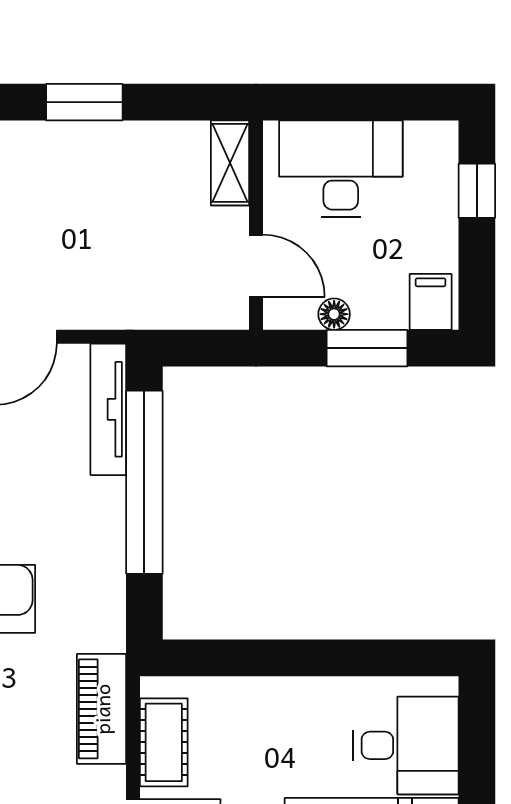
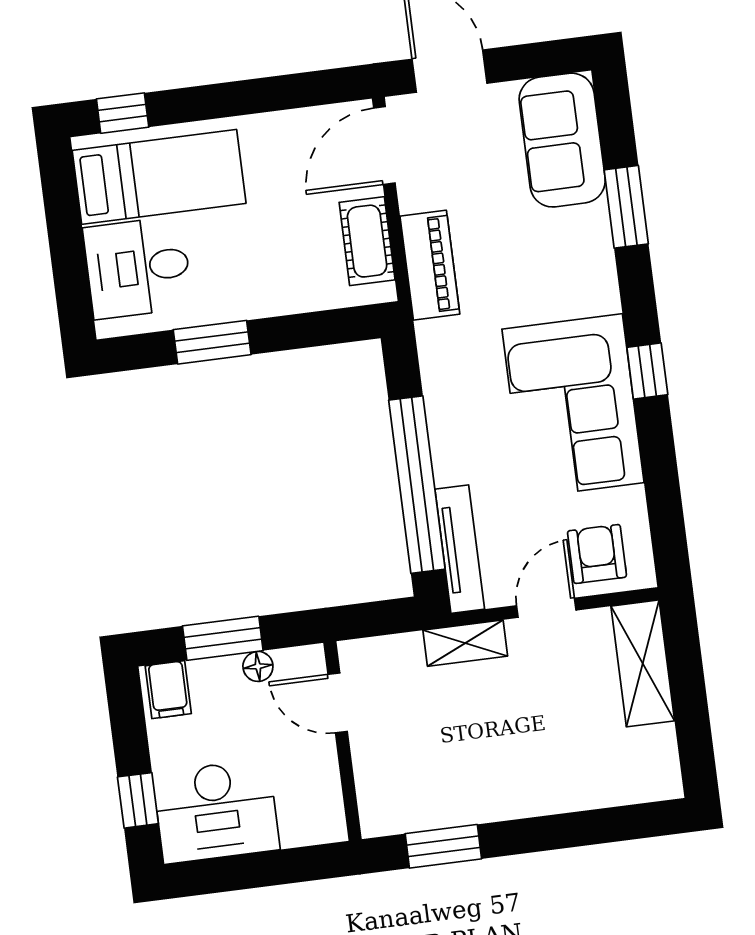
window: (84, 102) -> (443, 846), moved
shelving: (230, 163) -> (465, 643), moved, turned 90
desk: (341, 169) -> (216, 811), moved
window: (339, 658) -> (212, 342), added

